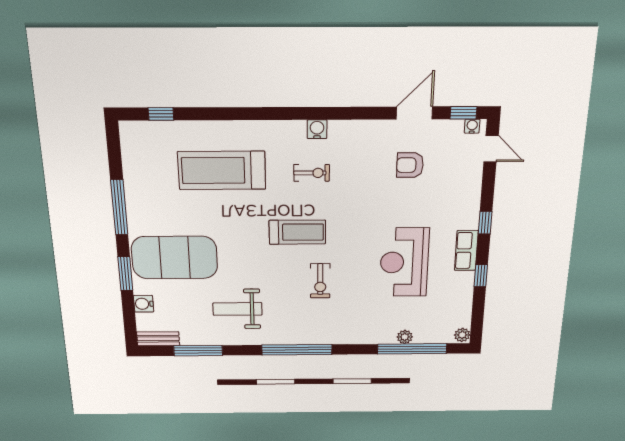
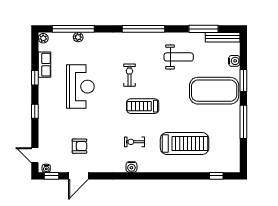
row of seats: (466, 251) -> (44, 65), moved
bench: (158, 339) -> (223, 37), width x1.36

